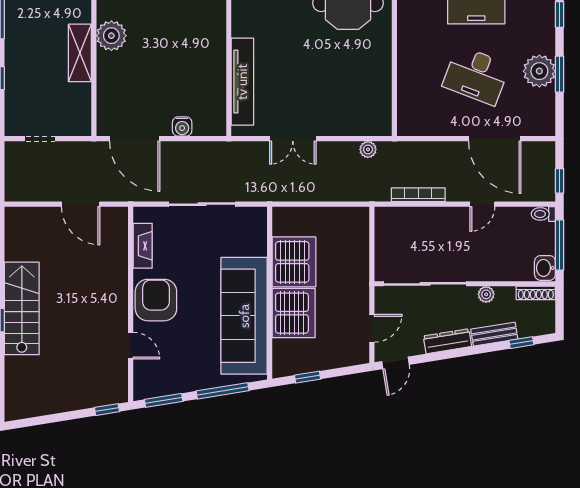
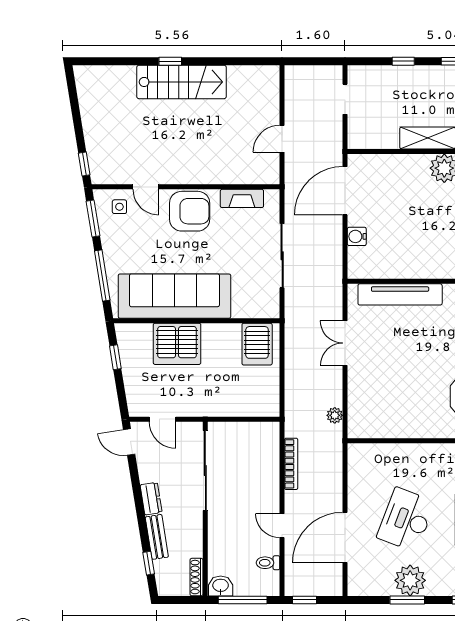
door: (81, 204) -> (282, 139), width x0.73
toilet: (543, 214) -> (268, 563), moved, turned -90
server rack: (294, 262) -> (257, 344), moved, width x0.62
plant: (486, 294) -> (195, 529), removed
dresser: (447, 341) -> (151, 499), width x0.70
door: (131, 346) -> (146, 187), hinge flipped
side table: (151, 373) -> (119, 207), added

